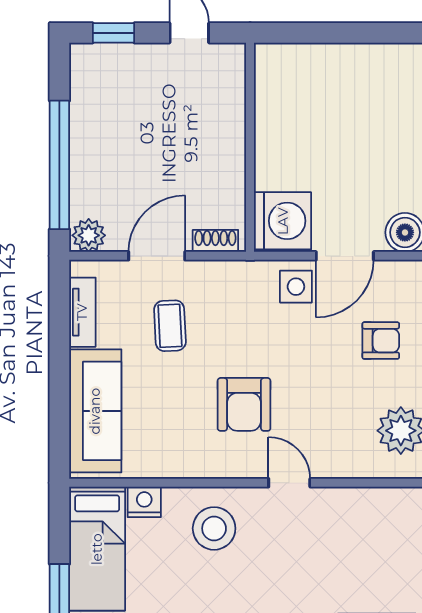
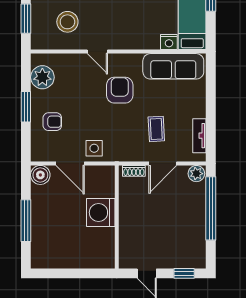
washing machine: (283, 221) -> (101, 212), moved
door: (345, 256) -> (70, 163), swing flipped
armchair: (381, 341) -> (52, 122), turned 180
sofa: (95, 411) -> (173, 66), moved, turned -90
stool: (214, 528) -> (67, 22), moved

